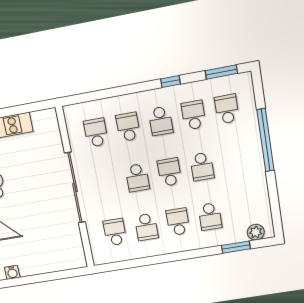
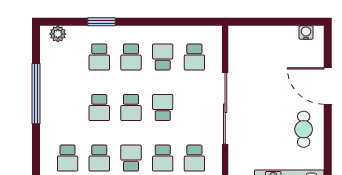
window: (265, 140) -> (36, 94), moved
school desk: (202, 167) -> (99, 108), turned 180
school desk: (210, 217) -> (99, 57), turned 180
window: (236, 247) -> (101, 22), moved

